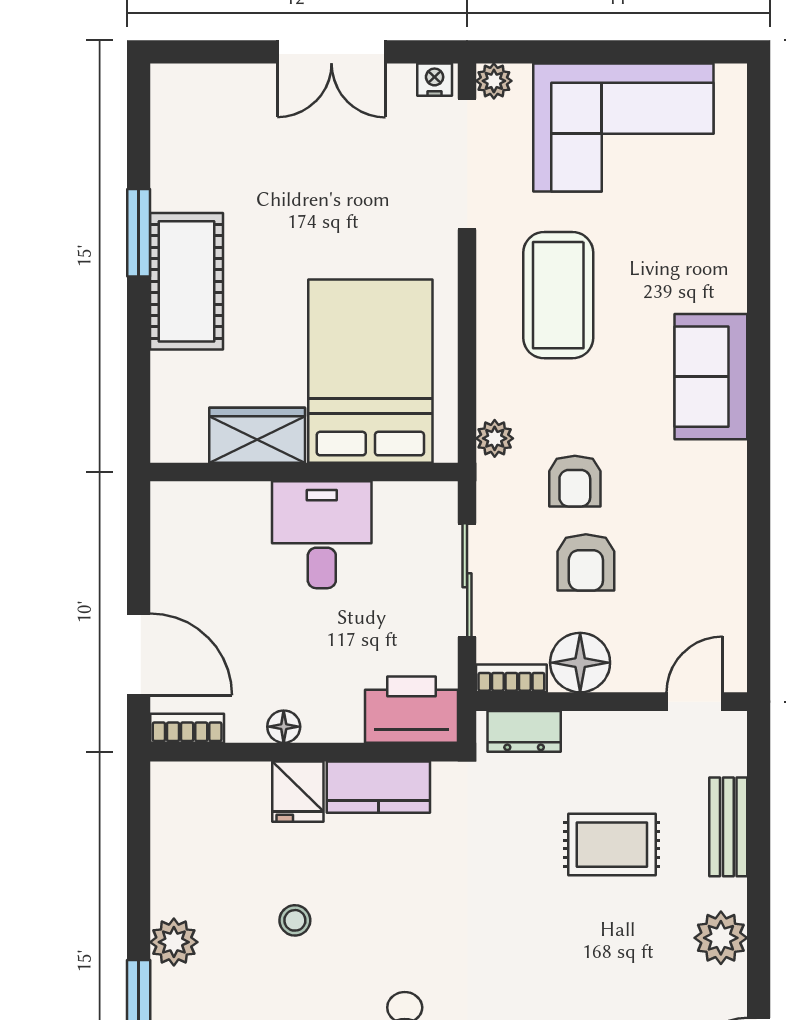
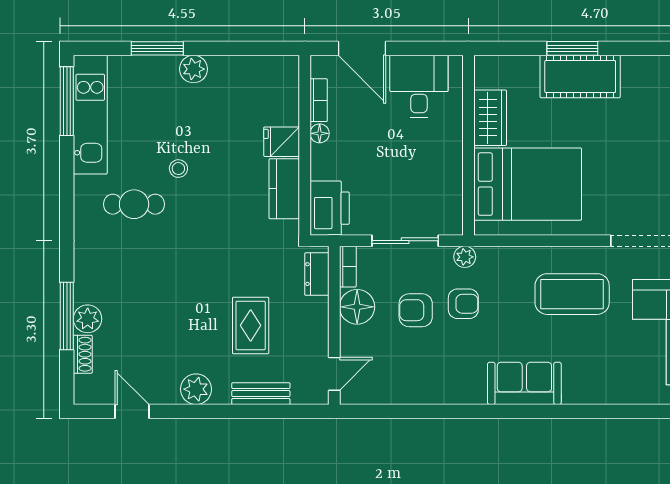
window: (139, 233) -> (572, 48), moved
plant: (495, 438) -> (465, 257), moved
armchair: (575, 481) -> (463, 304), turned 180
desk: (322, 535) -> (419, 87), moved, turned -90
door: (139, 654) -> (362, 48), hinge flipped
door: (695, 702) -> (334, 374), hinge flipped
bookcase: (187, 728) -> (319, 100), moved
stool: (295, 920) -> (178, 169), moved

